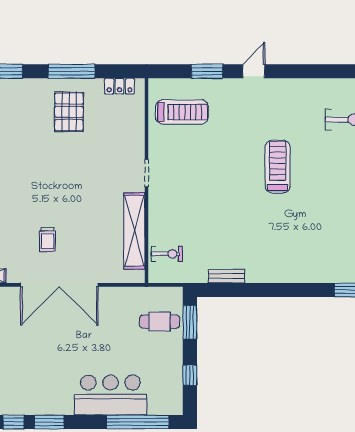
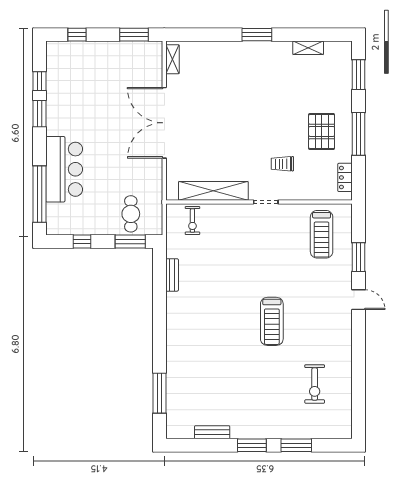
pallet: (69, 112) -> (322, 131), turned 90
treadmill: (278, 167) -> (272, 321), turned 90
trolley: (47, 239) -> (282, 164), moved

